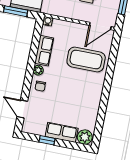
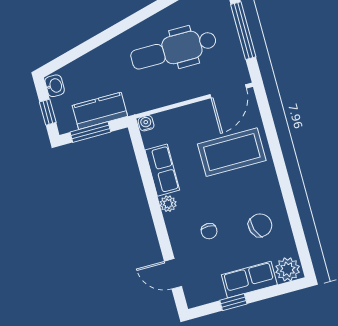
chair: (40, 86) -> (209, 231), moved
chair: (82, 106) -> (260, 225), added

